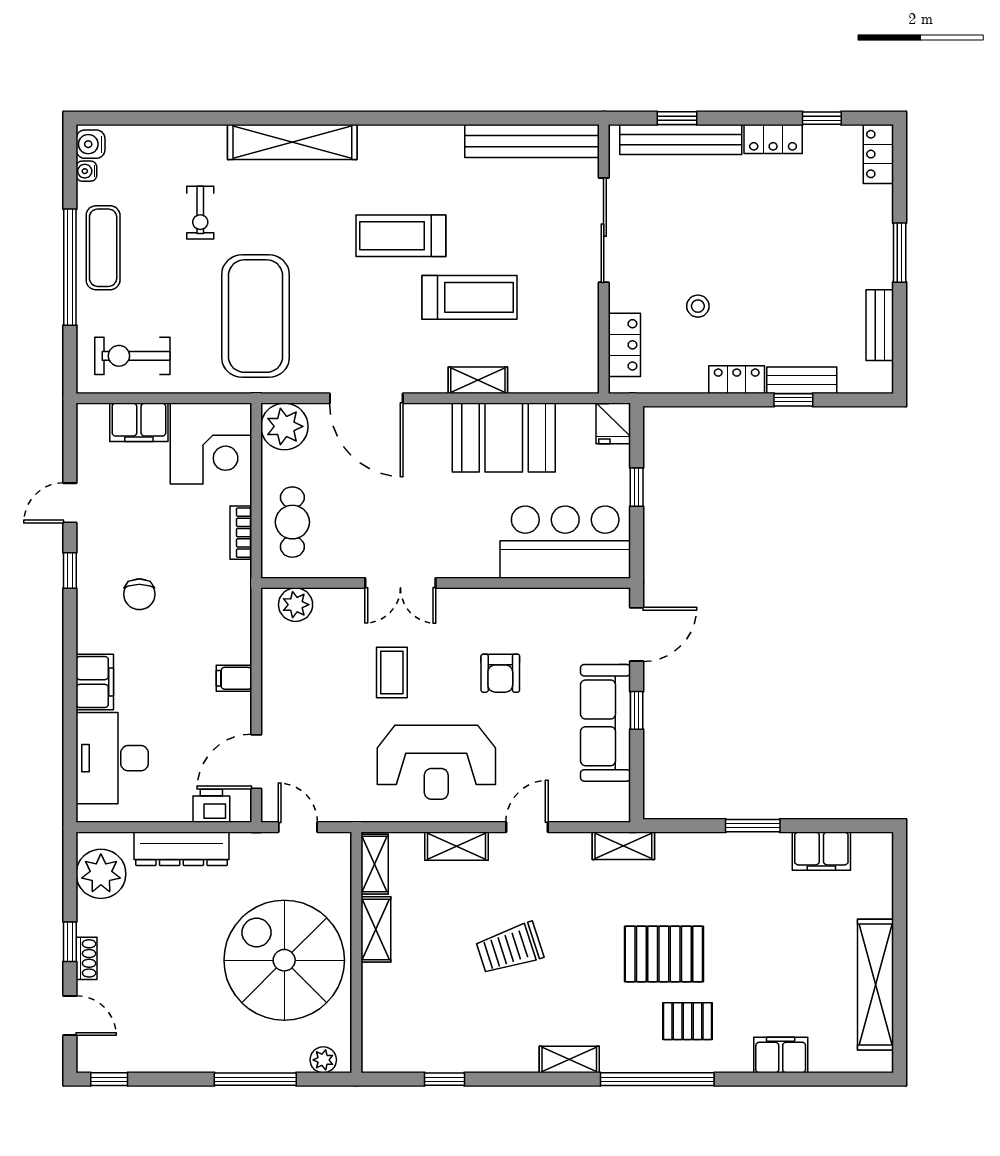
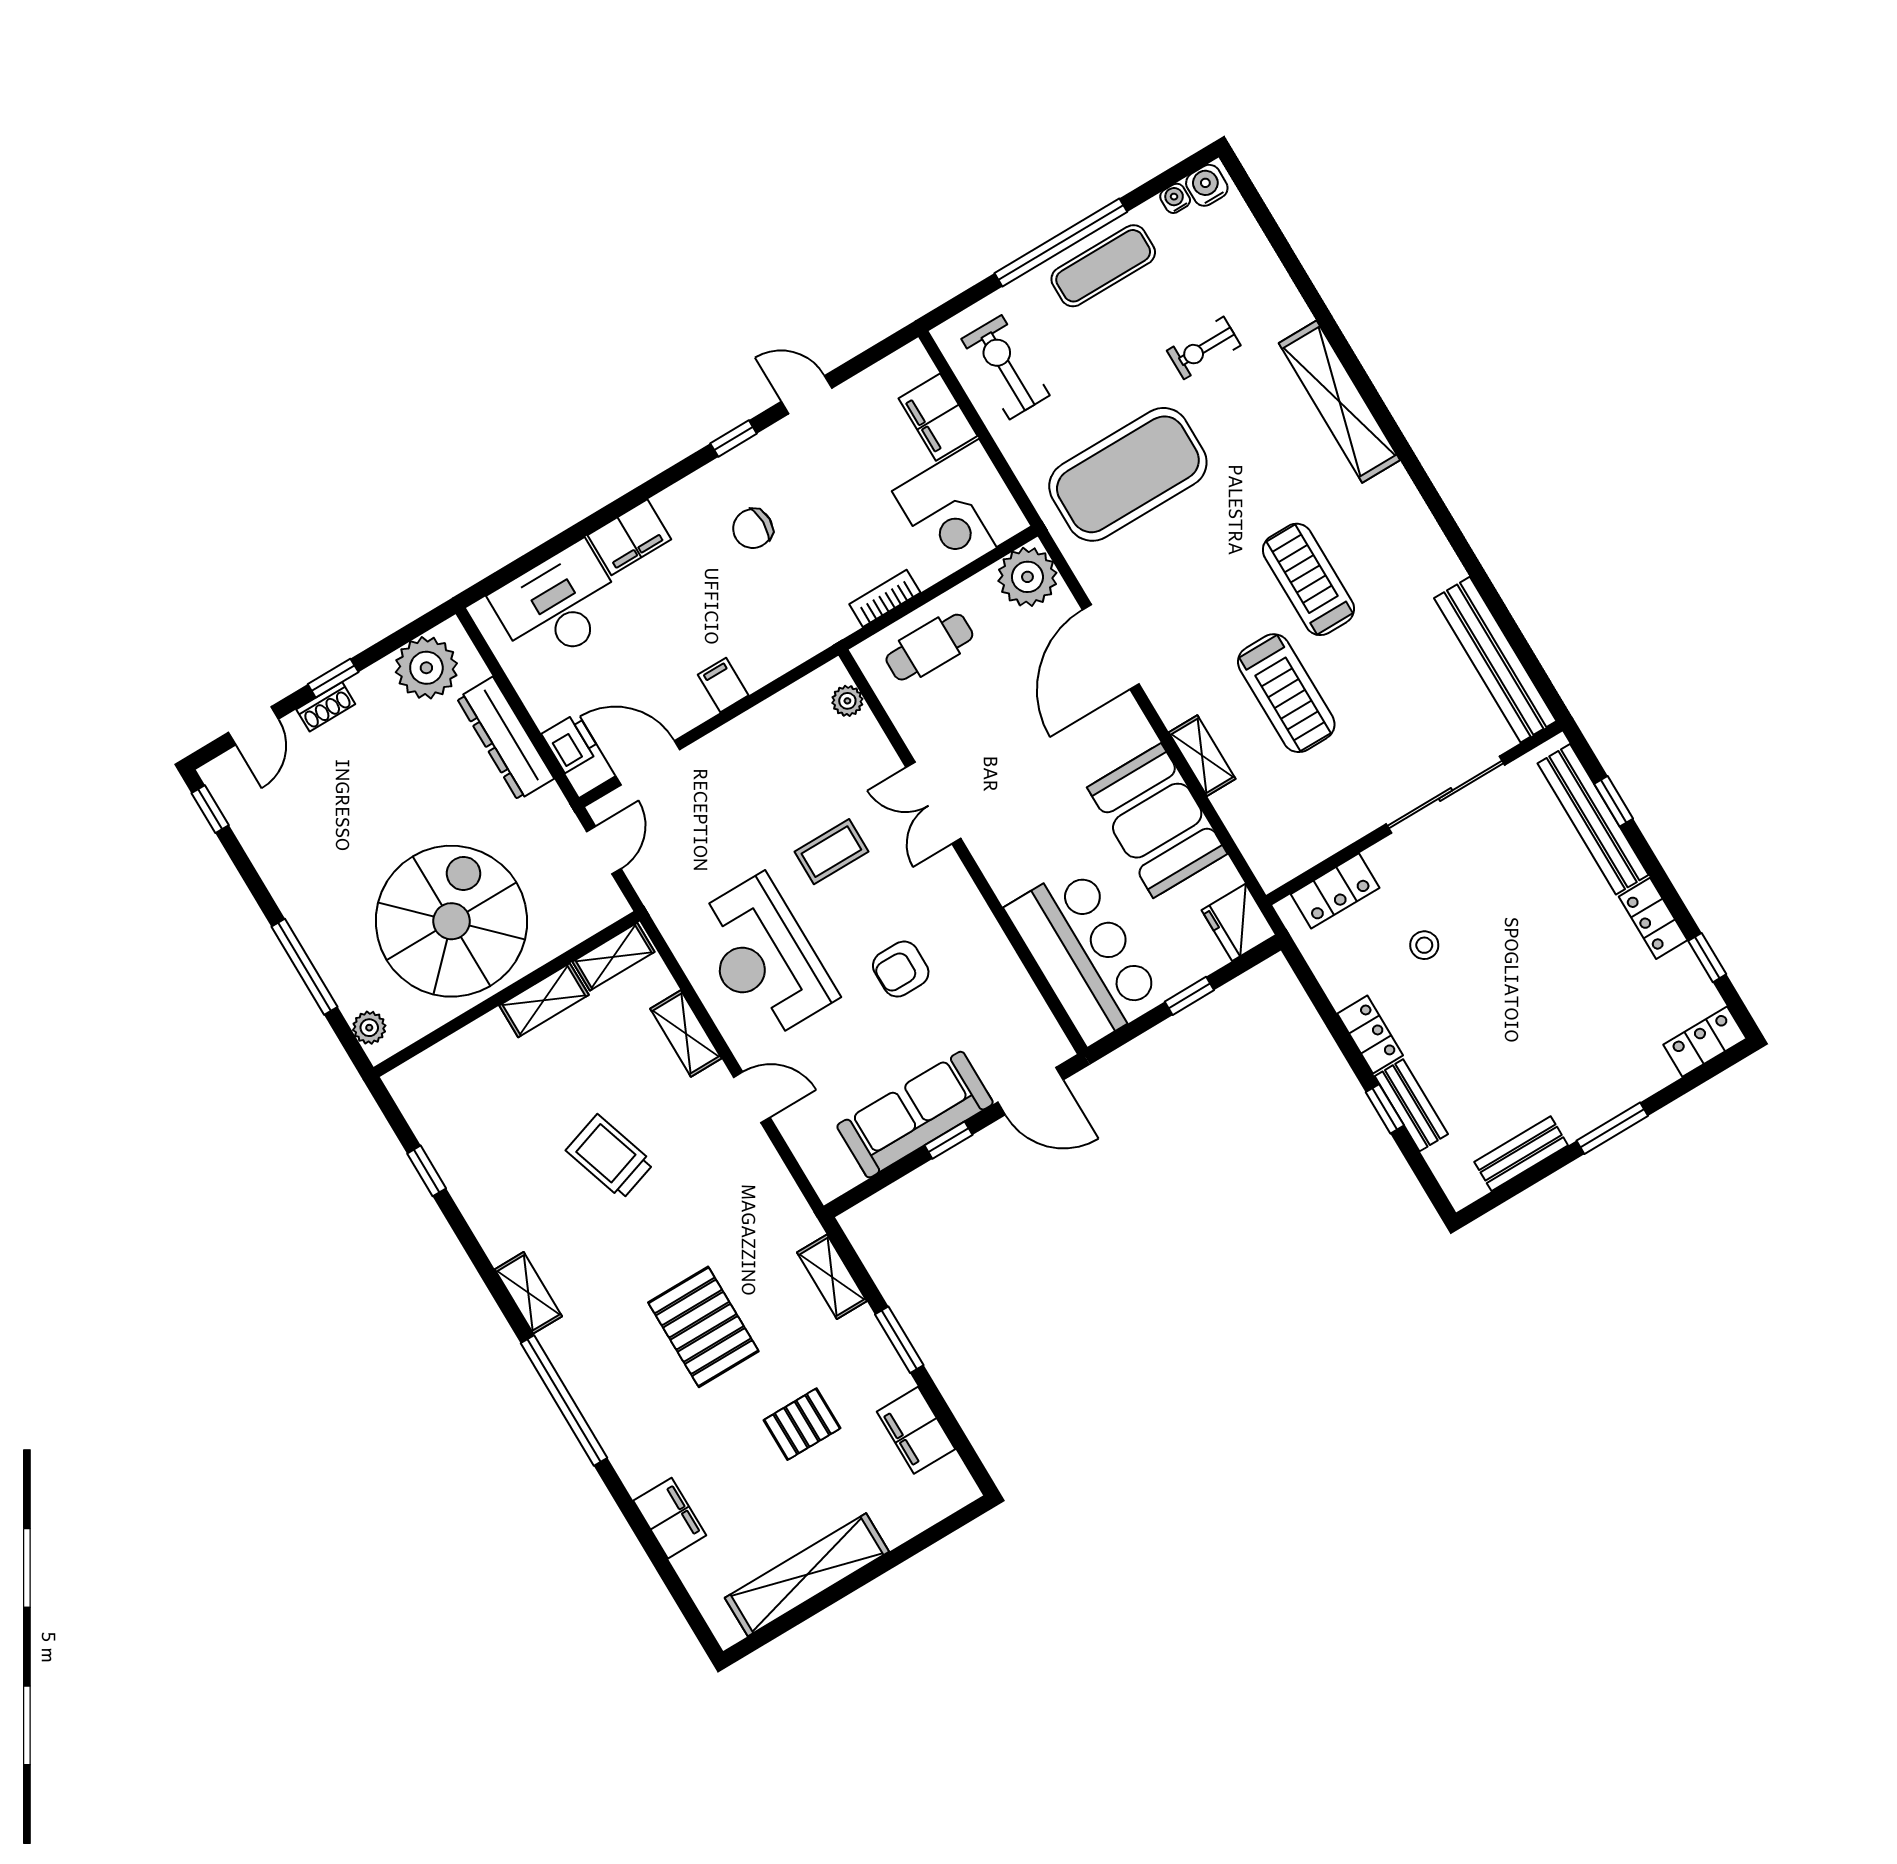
fridge: (613, 423) -> (1239, 922), width x1.38
plant: (296, 605) -> (847, 701), width x0.73, depth x0.73
shelving: (623, 846) -> (832, 1277), moved
pallet: (688, 1021) -> (802, 1424), moved, turned 90

